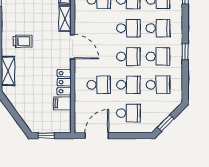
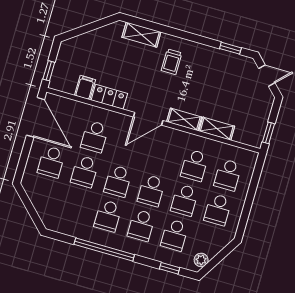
window: (185, 52) -> (104, 249), width x3.17
school desk: (158, 85) -> (75, 206), removed
window: (166, 123) -> (27, 203), removed
window: (46, 136) -> (49, 71), moved
door: (97, 136) -> (35, 117), width x1.36

